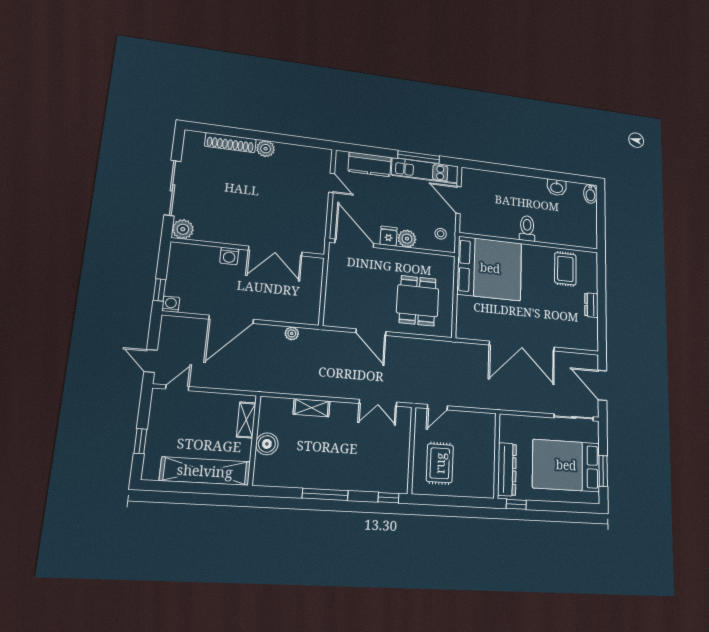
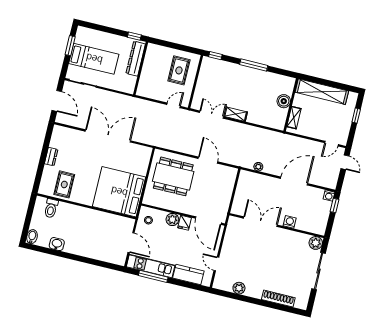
plant: (266, 149) -> (239, 288), moved
toilet: (527, 228) -> (51, 208), moved
dining table: (418, 301) -> (173, 176), width x1.37
shelving: (312, 408) -> (236, 114), moved
bed: (566, 465) -> (94, 59), width x0.67

